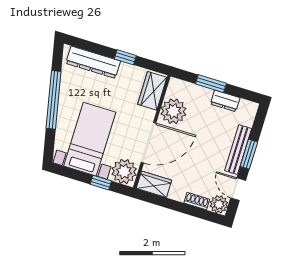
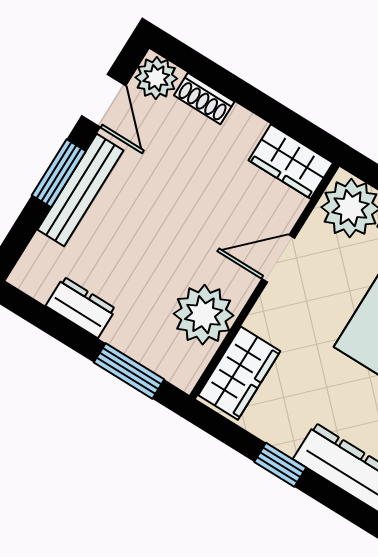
window: (211, 84) -> (129, 371), moved
door: (149, 143) -> (278, 258), width x0.53

